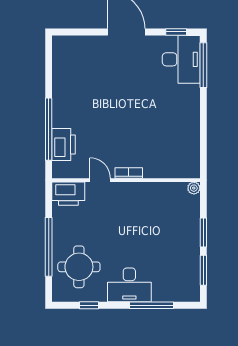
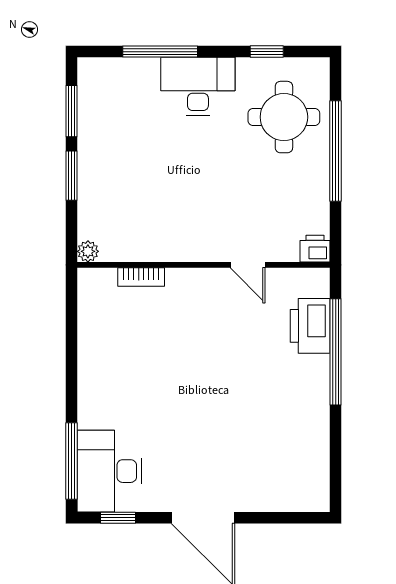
bookcase: (129, 173) -> (141, 277), moved
printer: (68, 194) -> (315, 249), width x0.53, depth x0.68

